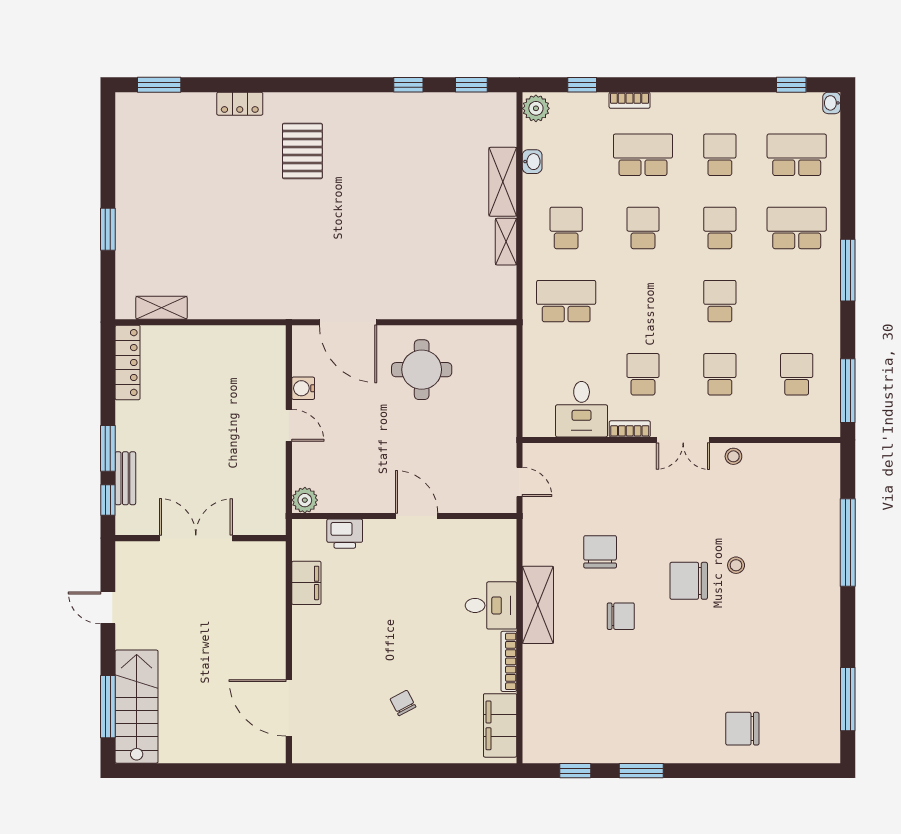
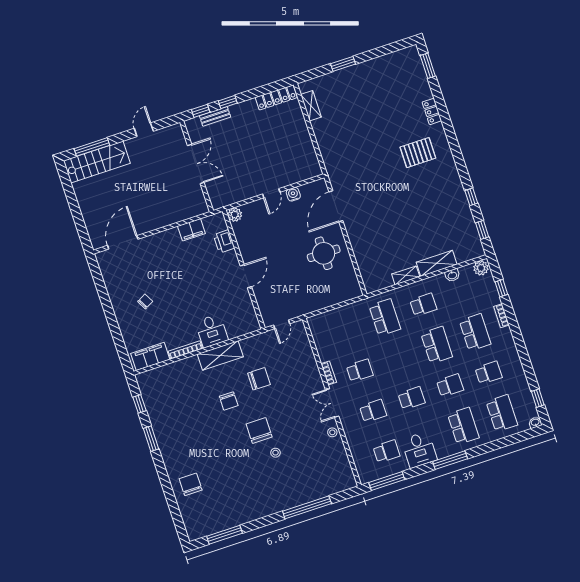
school desk: (643, 228) -> (437, 345), width x1.85
desk: (582, 409) -> (419, 450), moved, turned -90
window: (108, 448) -> (228, 102), width x0.67

